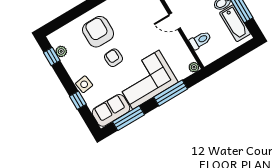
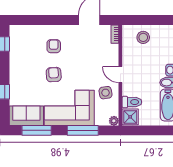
armchair: (98, 32) -> (54, 46), width x0.53, depth x0.53
plant: (61, 51) -> (15, 44), removed
shower: (207, 55) -> (130, 117), added
side table: (84, 84) -> (106, 93), moved

